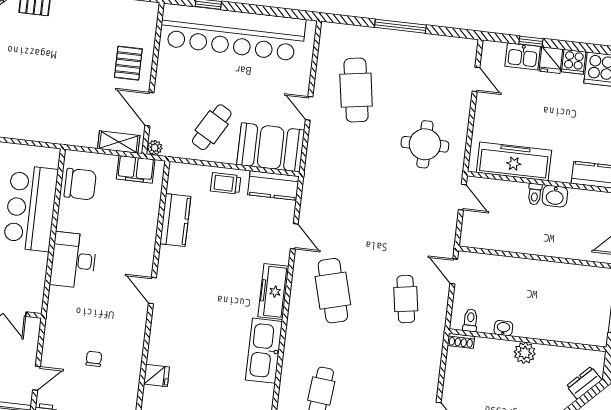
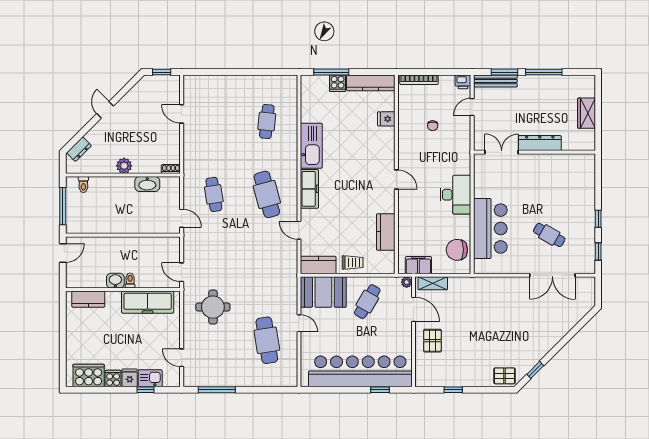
window: (400, 26) -> (217, 390), moved
toilet: (470, 320) -> (83, 185), moved
washbasin: (503, 328) -> (147, 184), width x1.91, depth x1.45

